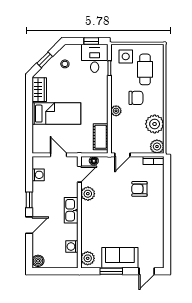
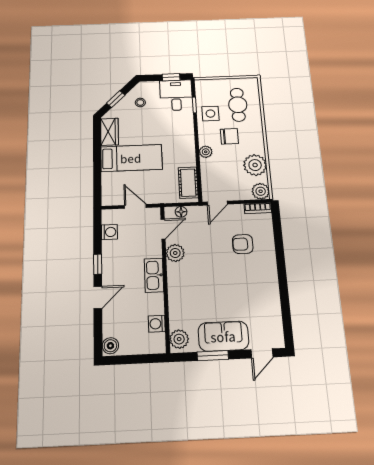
side table: (126, 56) -> (210, 114), moved

